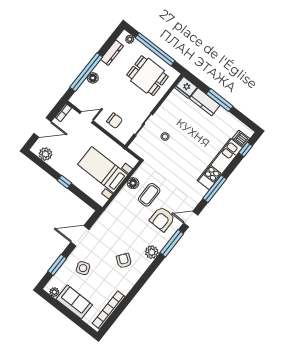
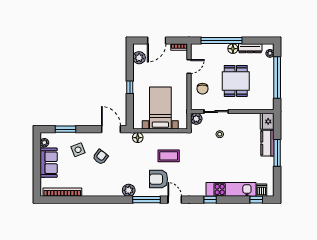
dining table: (147, 76) -> (236, 81), moved
floor lamp: (93, 78) -> (233, 49), moved
door: (87, 117) -> (189, 66), hinge flipped
door: (43, 127) -> (157, 41), hinge flipped
plant: (136, 146) -> (196, 119), added
floor lamp: (133, 183) -> (138, 138), moved
window: (215, 189) -> (210, 200), width x0.46
door: (80, 236) -> (111, 129), moved
armchair: (124, 261) -> (100, 157), moved

